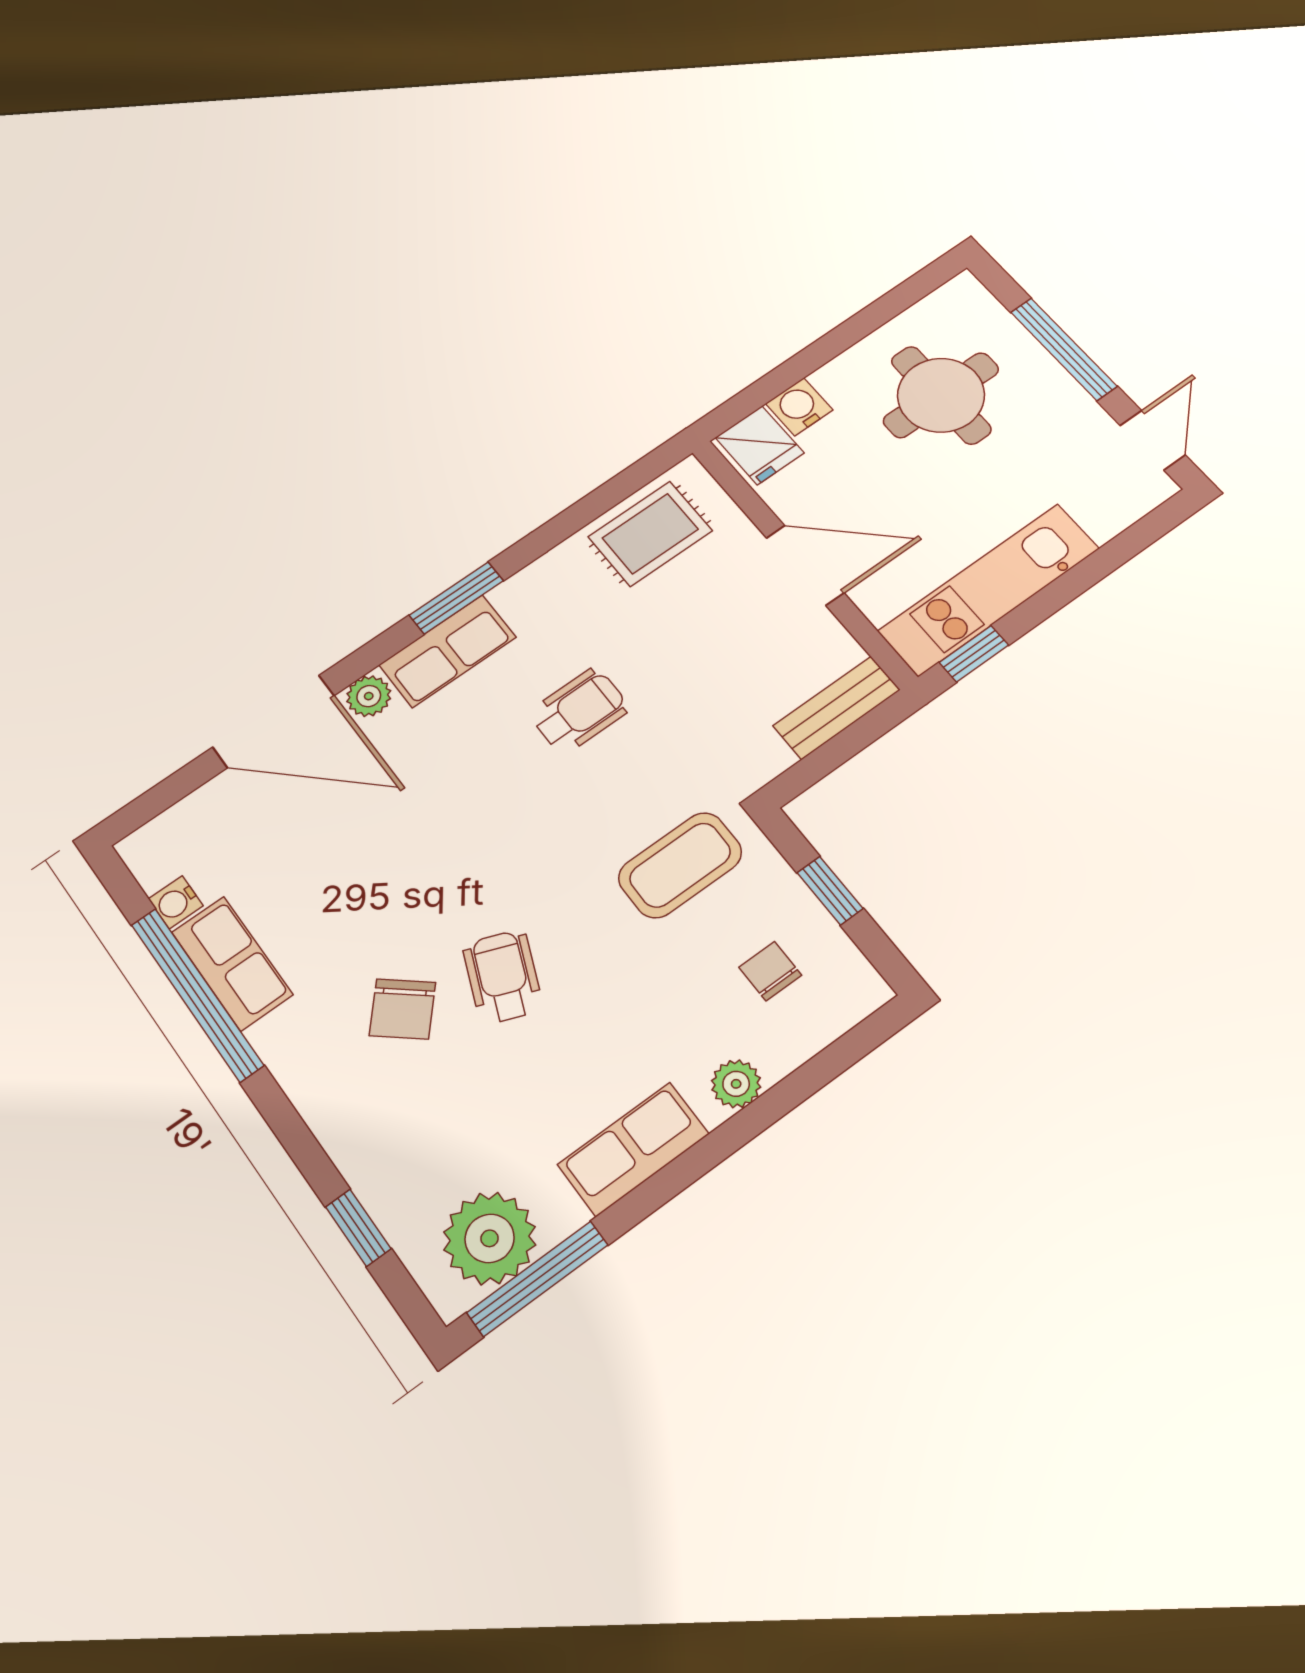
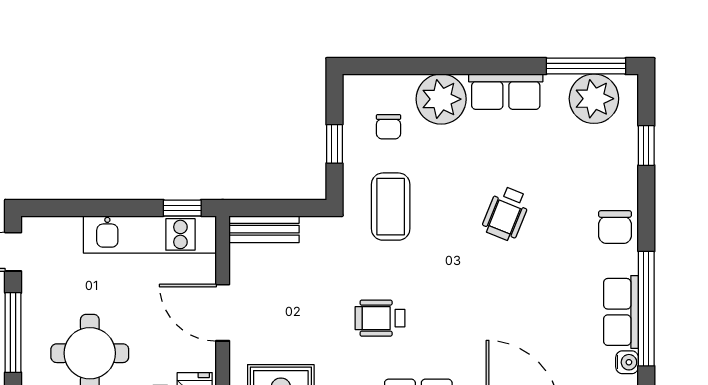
coffee table: (680, 865) -> (391, 207), turned 90
chair: (402, 1009) -> (615, 227), moved, turned 139
plant: (736, 1084) -> (441, 99), width x1.88, depth x1.88

